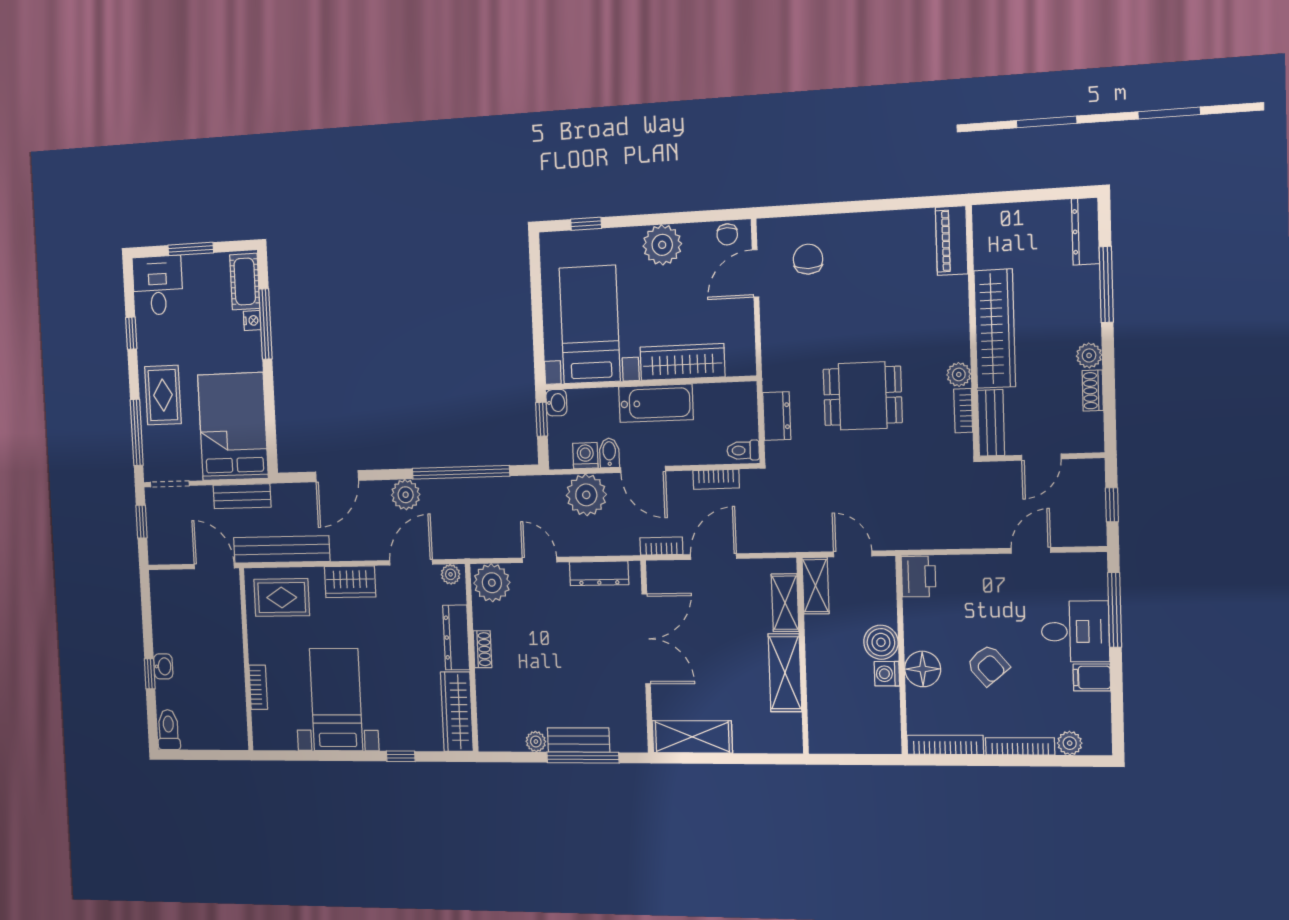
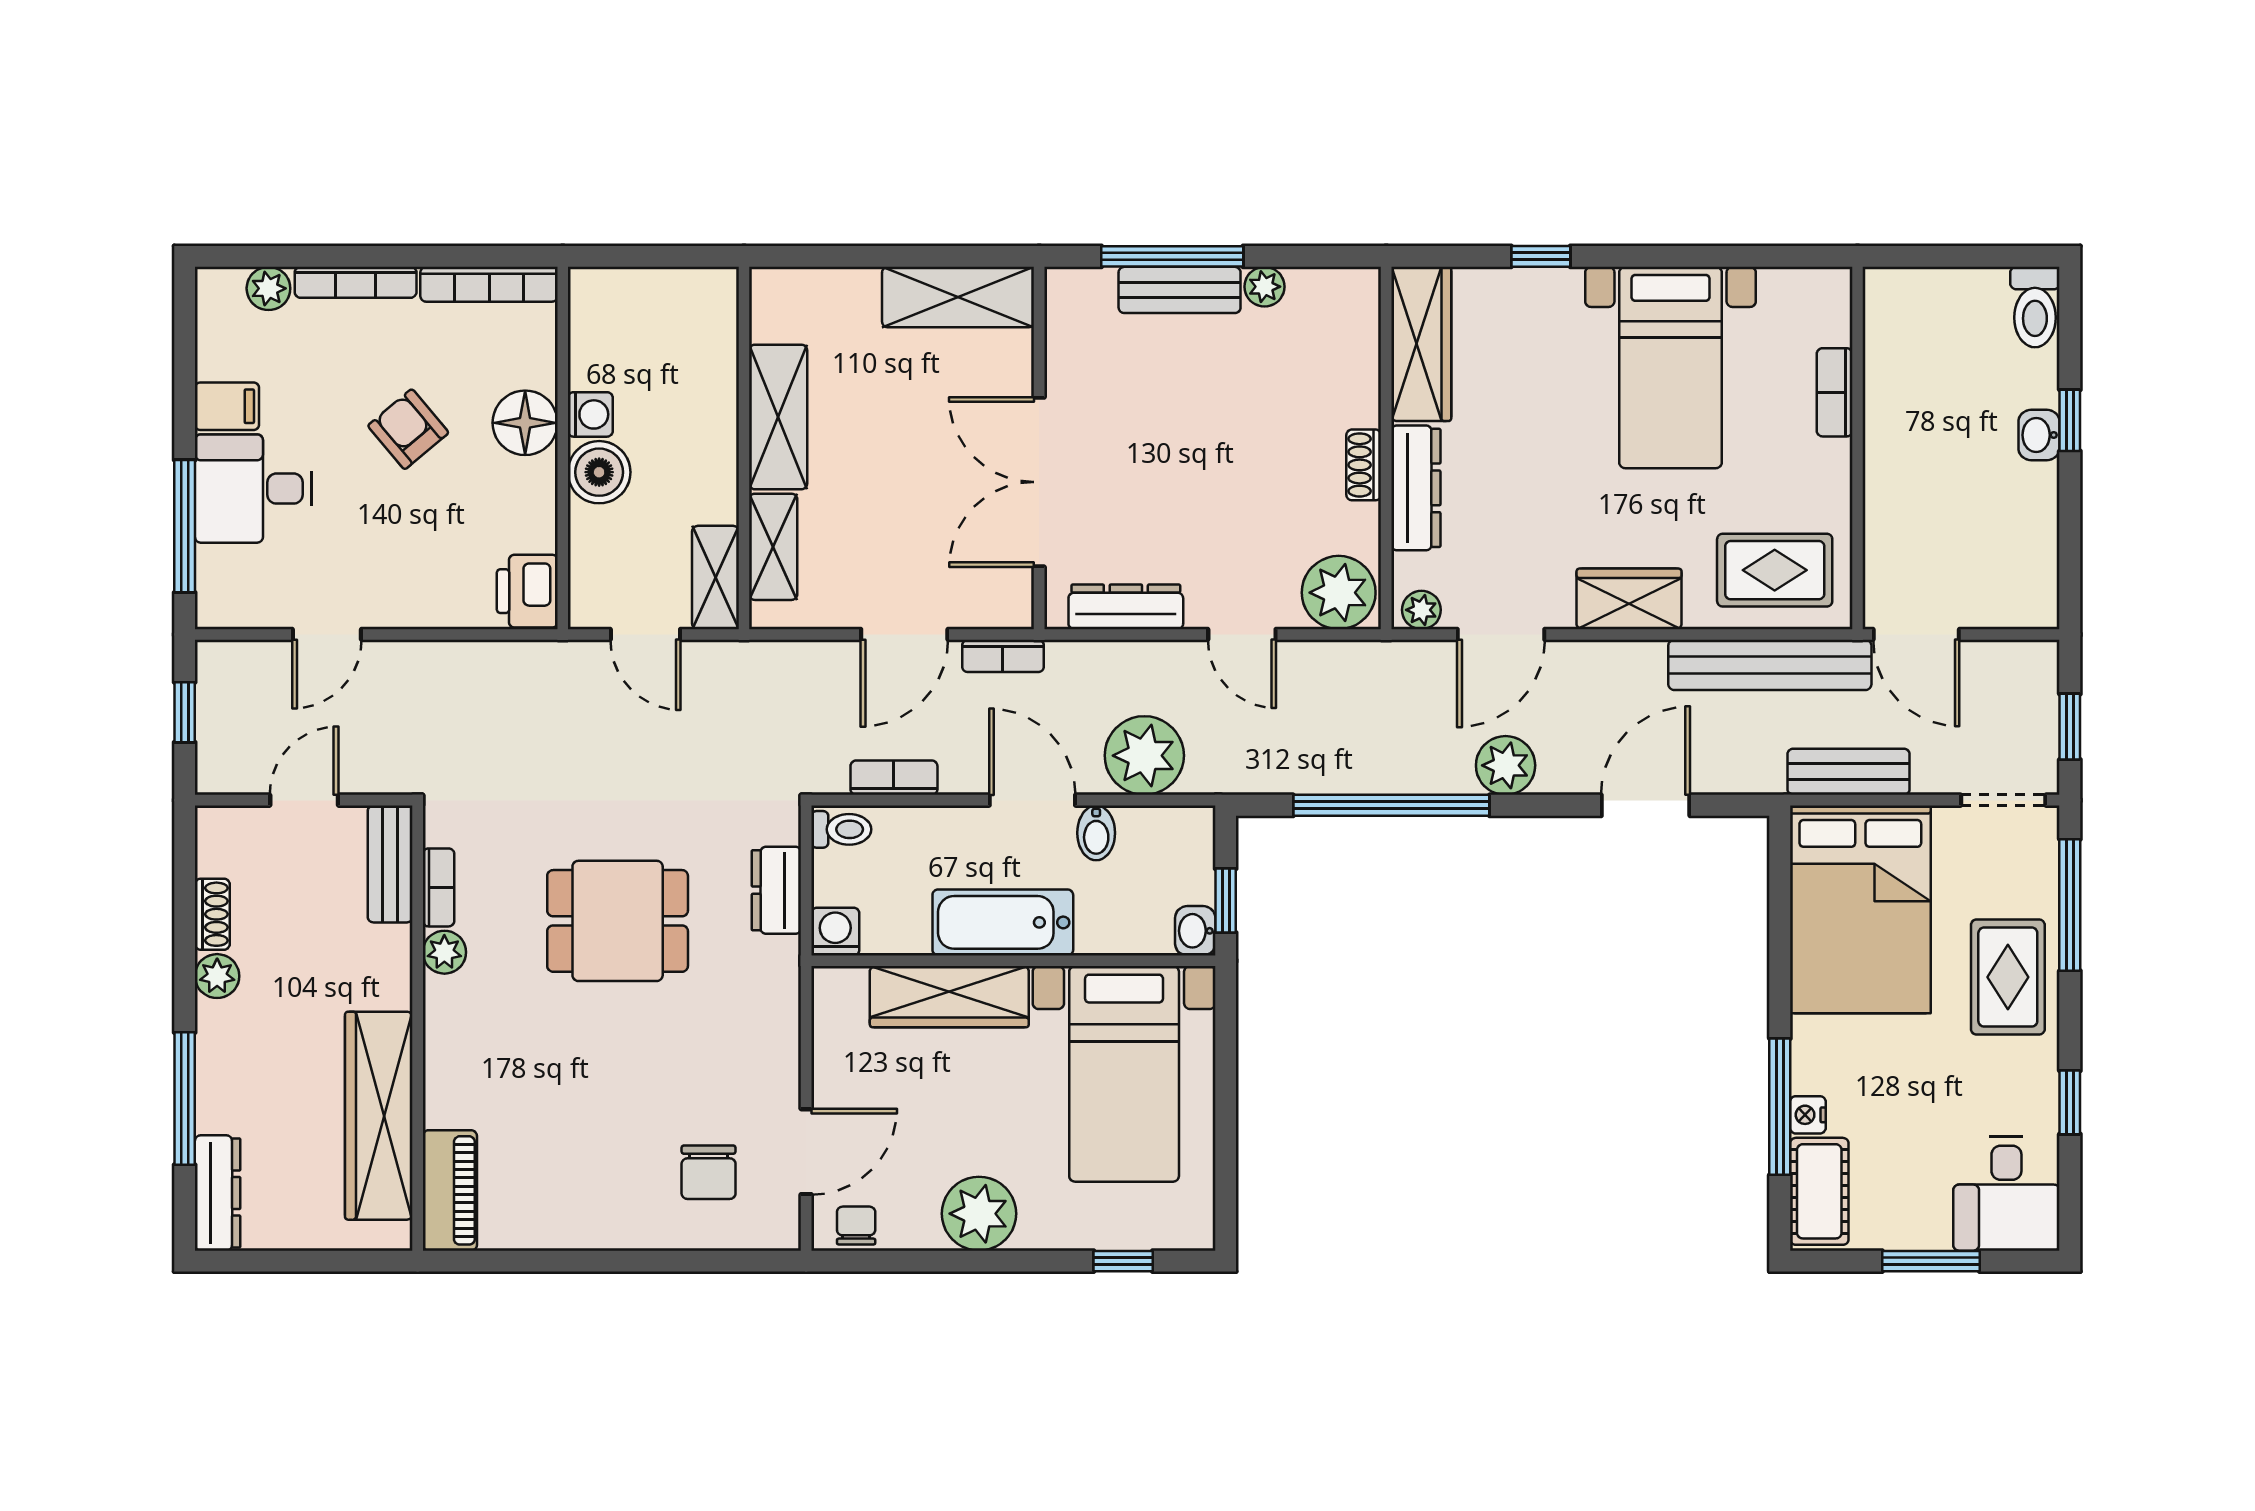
wardrobe: (995, 329) -> (379, 1116), moved
washing machine: (585, 456) -> (835, 932), moved, turned 180

